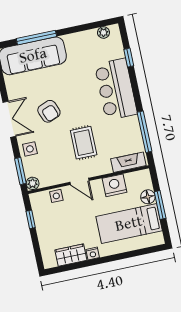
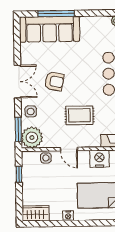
armchair: (49, 111) -> (54, 81), turned -58
rug: (84, 143) -> (79, 115), turned 90
plant: (33, 183) -> (32, 138), width x1.88, depth x1.88
wardrobe: (71, 255) -> (36, 213), moved

